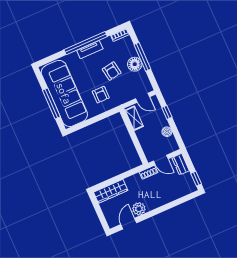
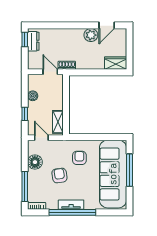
window: (142, 57) -> (25, 187), moved
floor lamp: (135, 64) -> (35, 162), moved
dresser: (181, 164) -> (33, 41), moved
wardrobe: (111, 191) -> (116, 63), width x0.67

